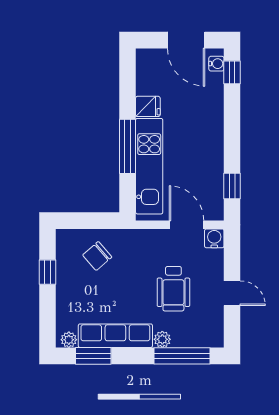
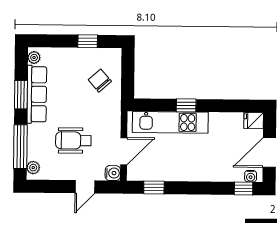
fridge: (148, 106) -> (254, 121), moved, turned 90
window: (127, 146) -> (186, 105), width x0.46
door: (232, 293) -> (85, 187), moved
plant: (162, 339) -> (33, 168), moved
window: (93, 356) -> (21, 95), moved

